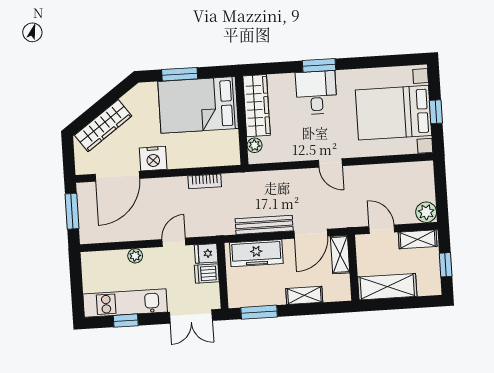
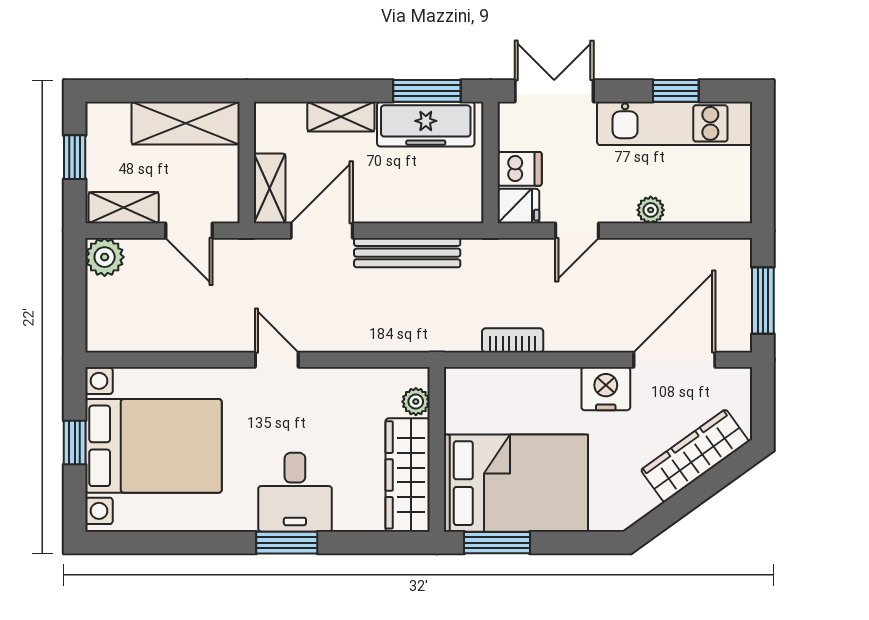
window: (180, 74) -> (497, 543), moved
freezer: (256, 253) -> (426, 124), moved, turned 180

